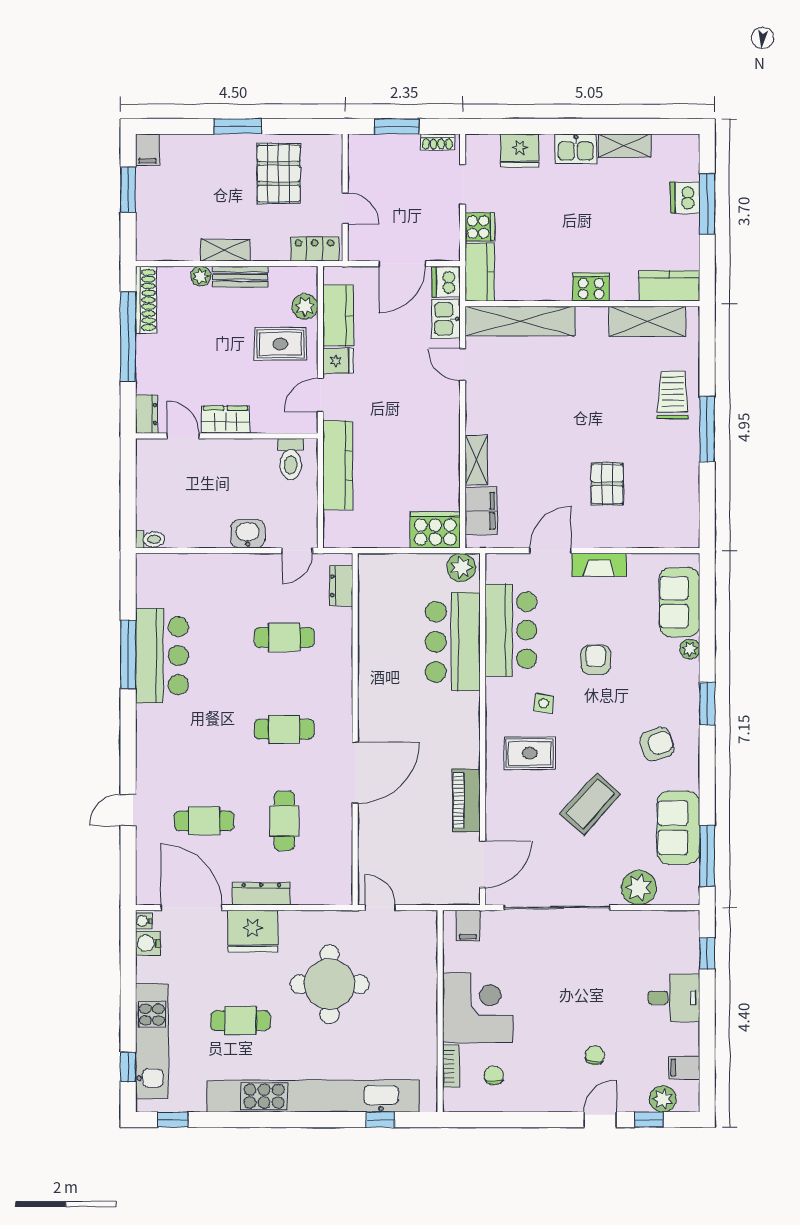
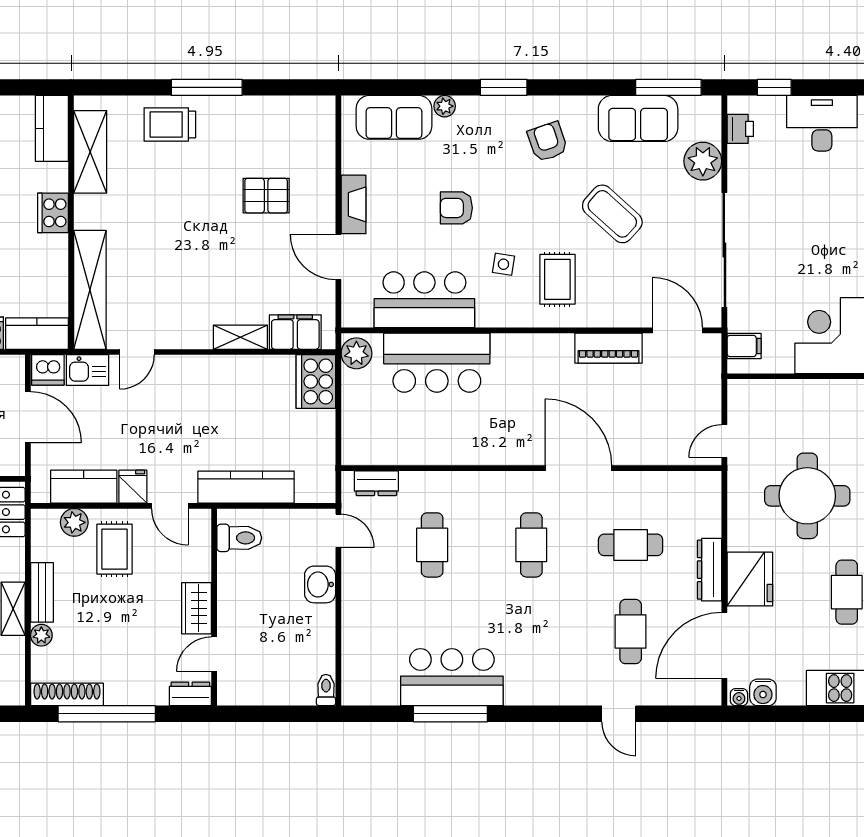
printer: (669, 922) -> (740, 129), added
desk: (674, 998) -> (822, 123), width x1.37

